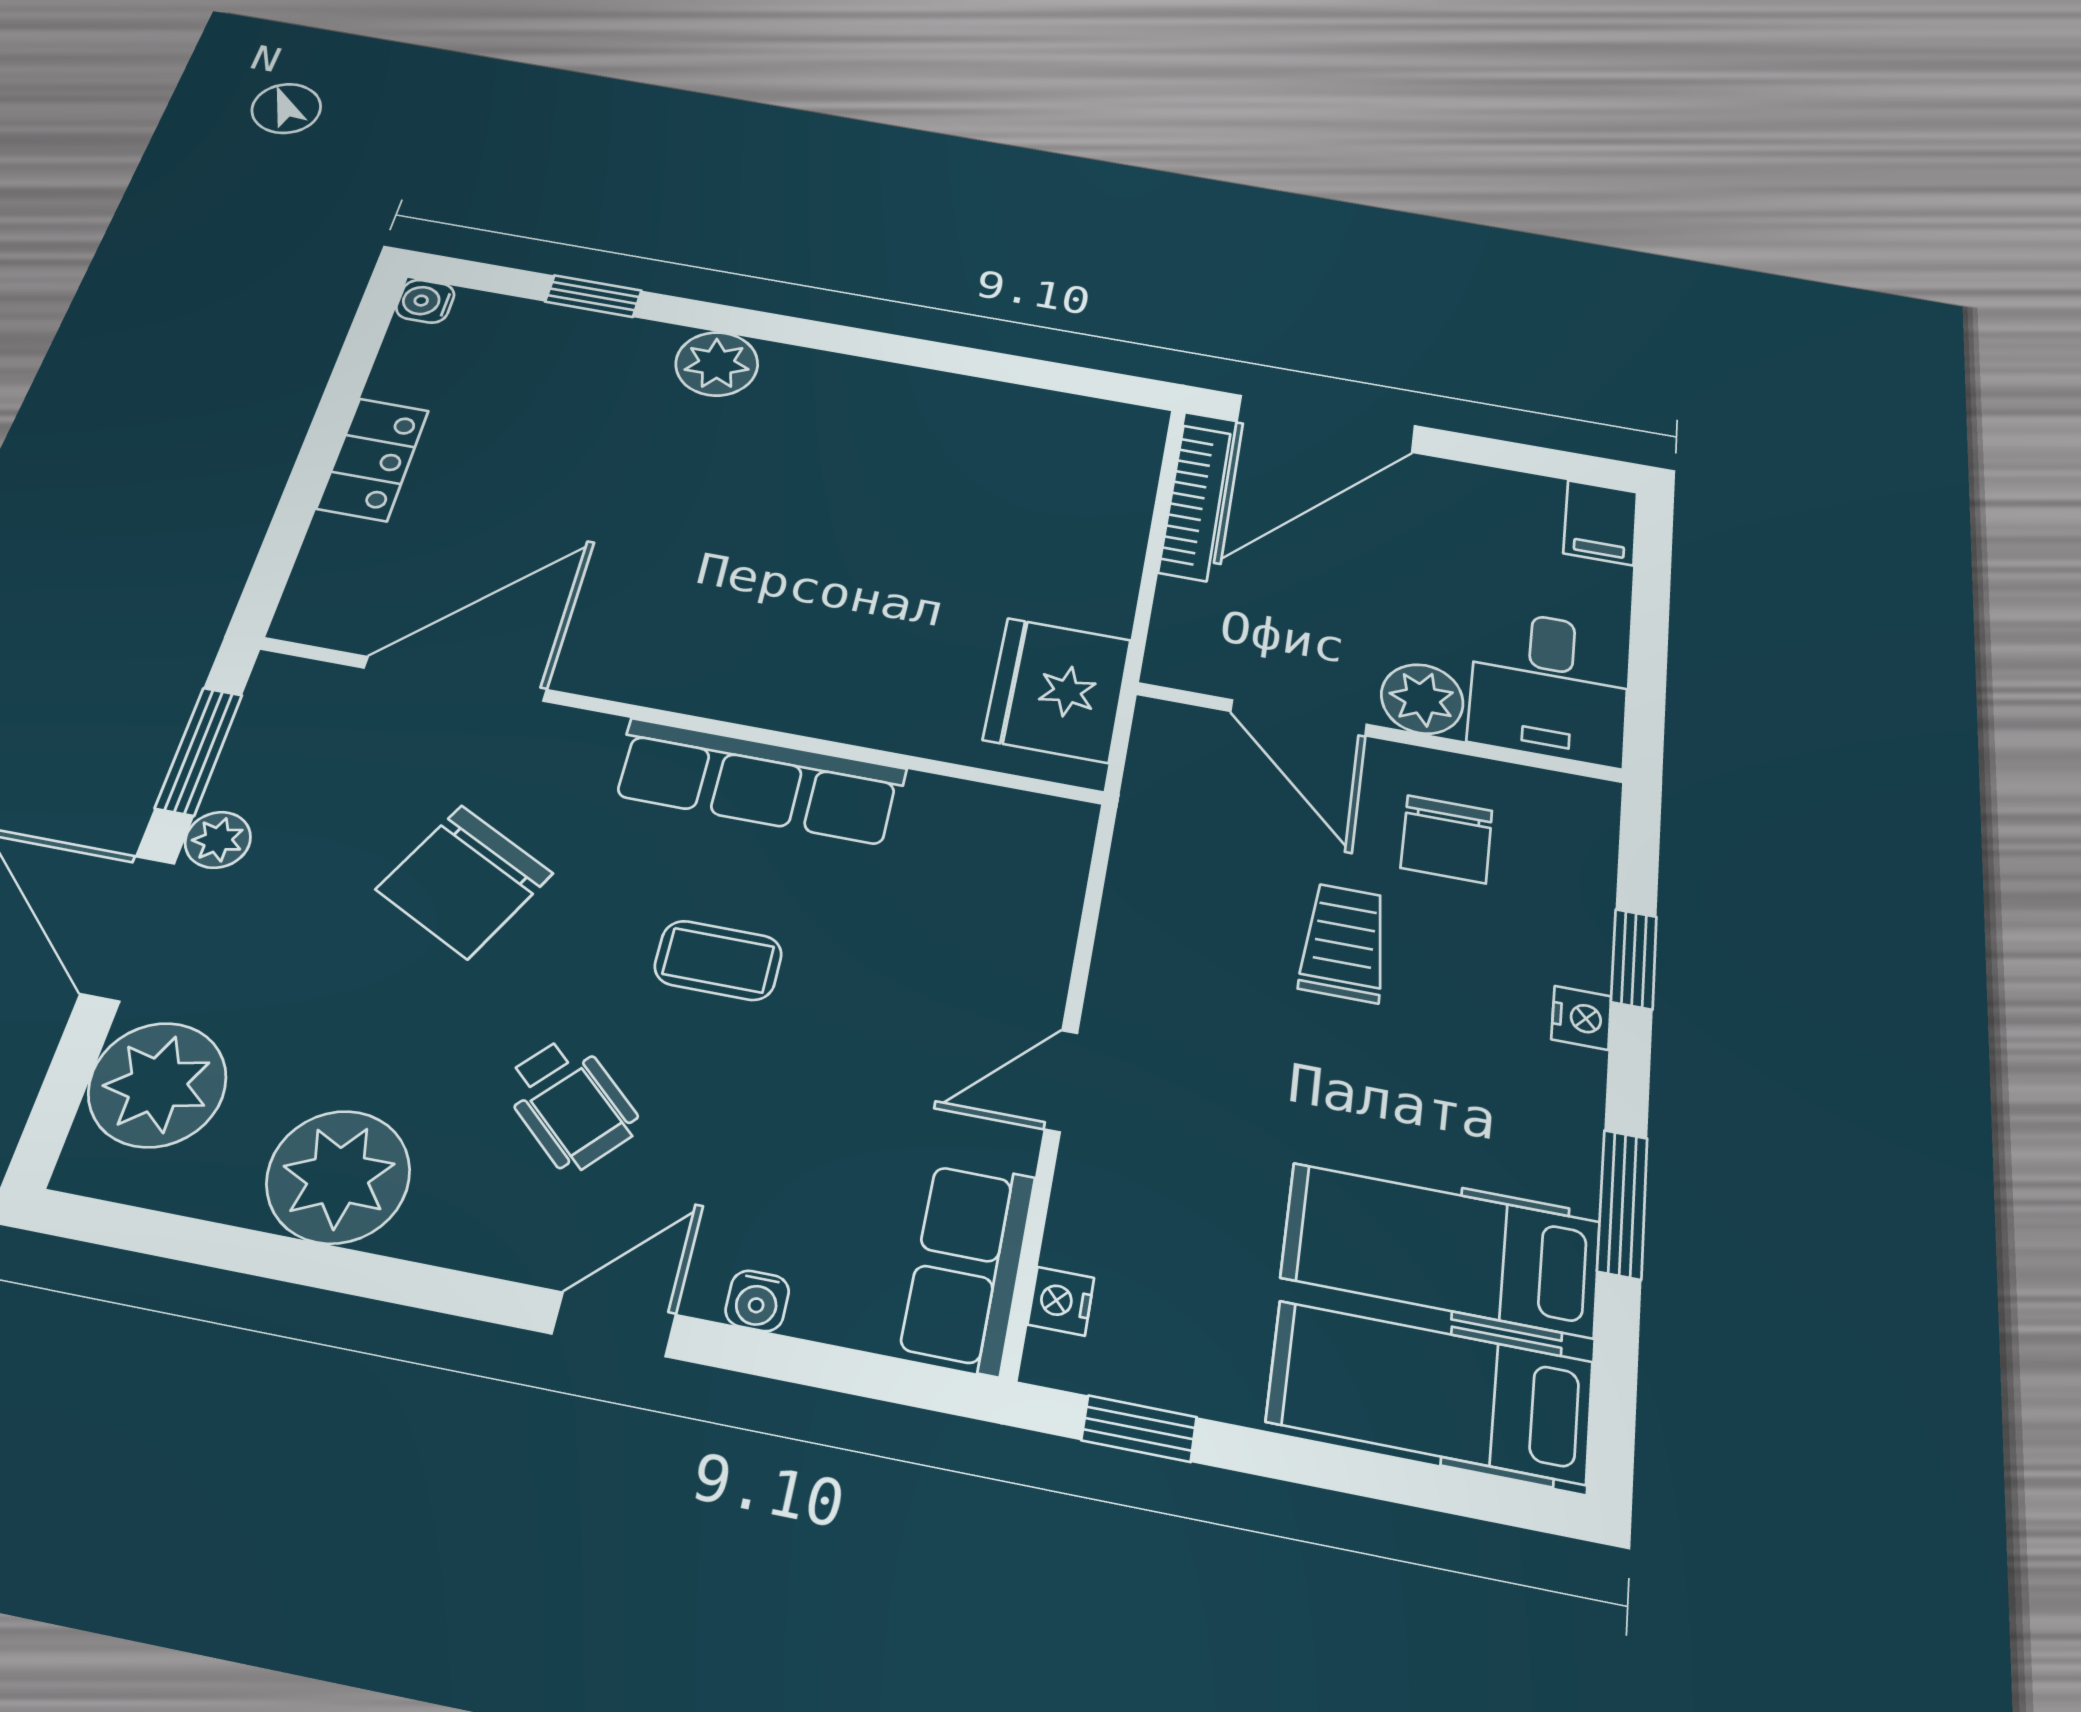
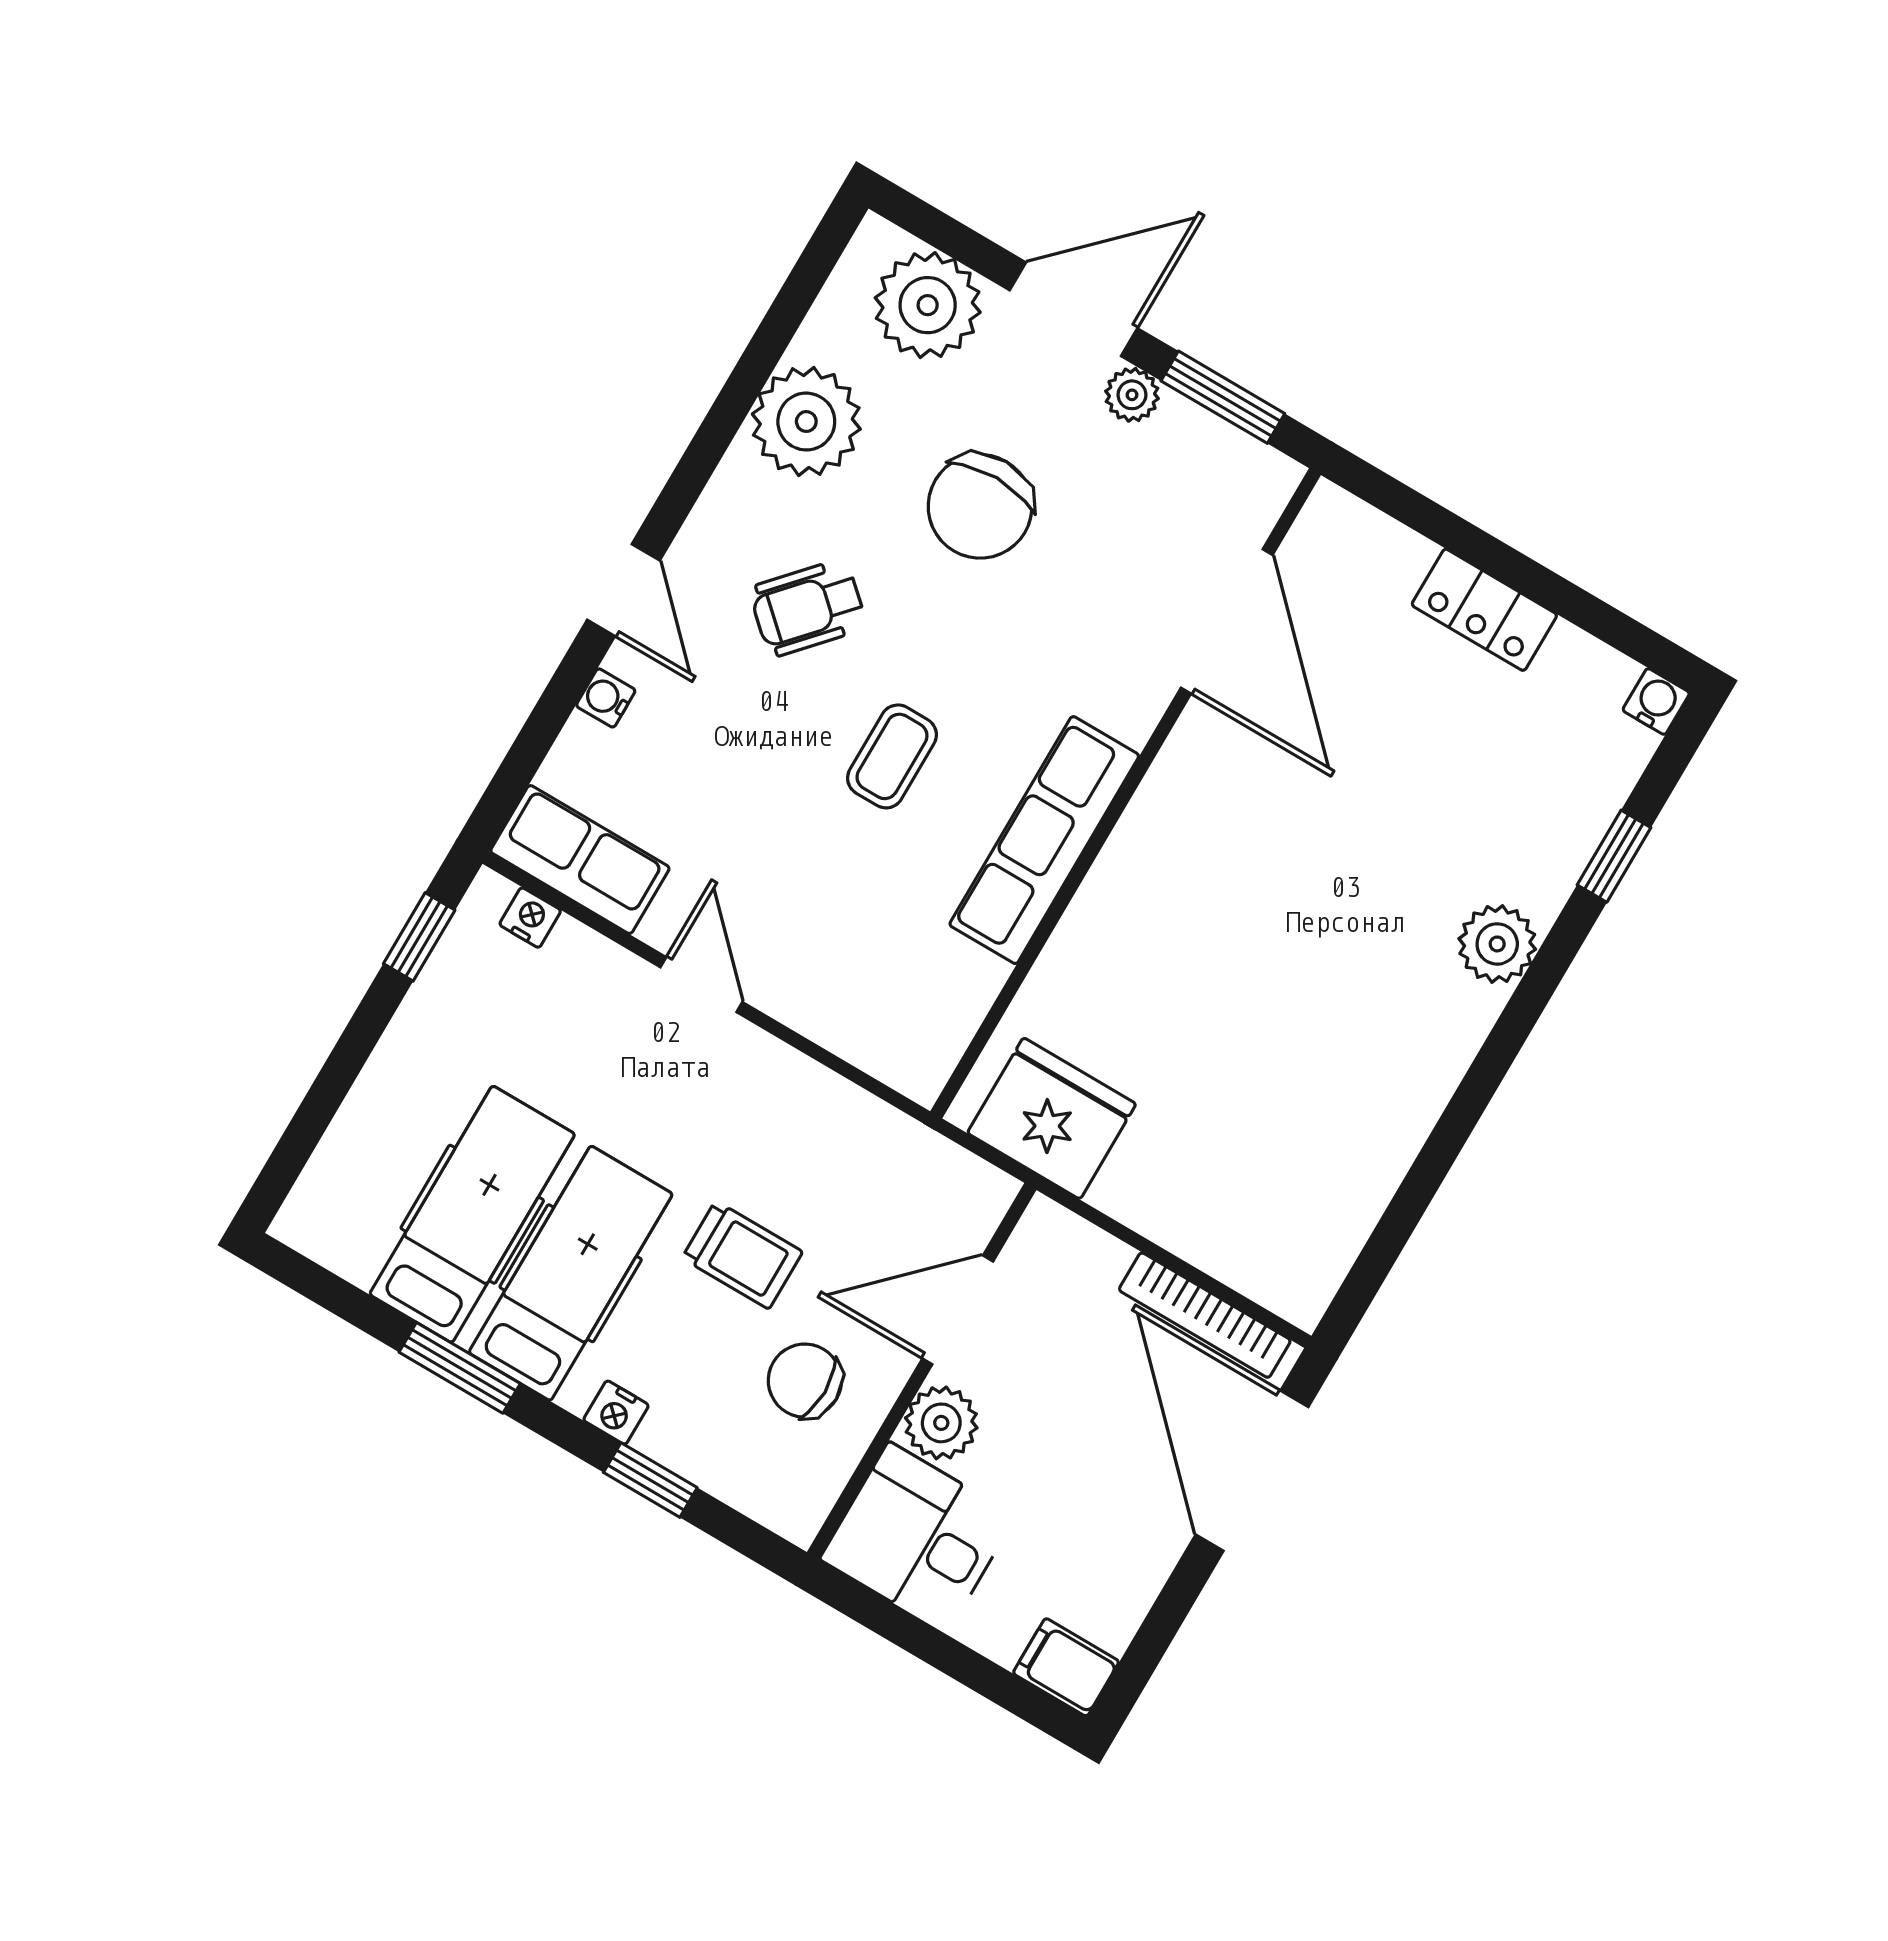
chair: (464, 881) -> (980, 506), moved, turned -117
hospital bed: (1430, 1392) -> (571, 1273), moved

